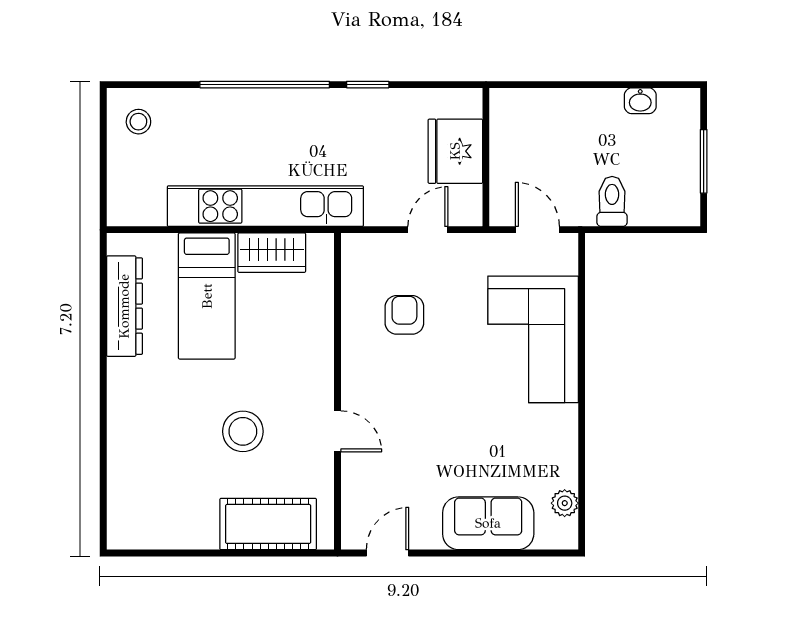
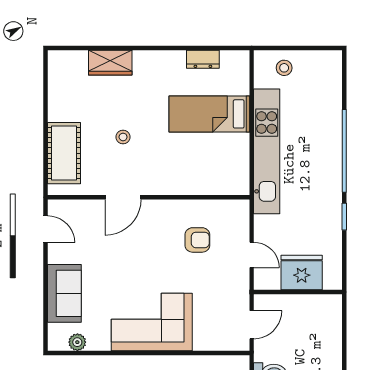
stool: (138, 122) -> (284, 68), moved
wardrobe: (272, 253) -> (110, 63), moved, turned -90
dresser: (124, 306) -> (203, 59), width x0.51, depth x0.80
corner sofa: (533, 339) -> (152, 322), moved
stool: (243, 431) -> (123, 137), width x0.53, depth x0.53
door: (337, 431) -> (123, 197), width x1.38

